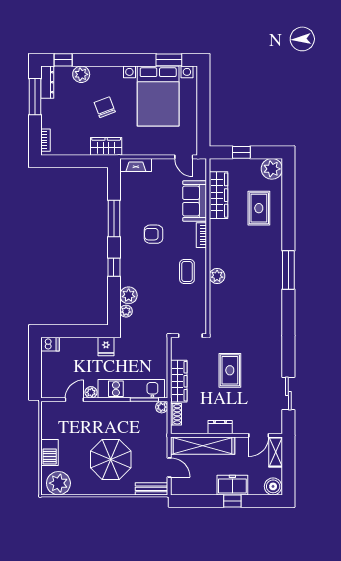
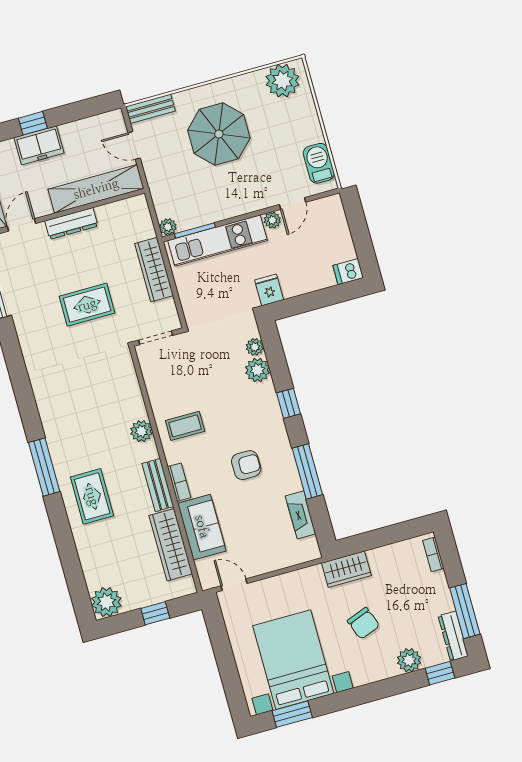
fireplace: (136, 165) -> (301, 515), moved, turned -90
rug: (259, 208) -> (92, 496), moved
bench: (216, 237) -> (158, 485), added
coffee table: (187, 271) -> (185, 426), turned 90
rug: (230, 370) -> (87, 305), turned 90
shoe rack: (176, 414) -> (145, 222), removed
dresser: (220, 427) -> (71, 223), width x1.44
barbecue: (50, 453) -> (319, 163), moved

